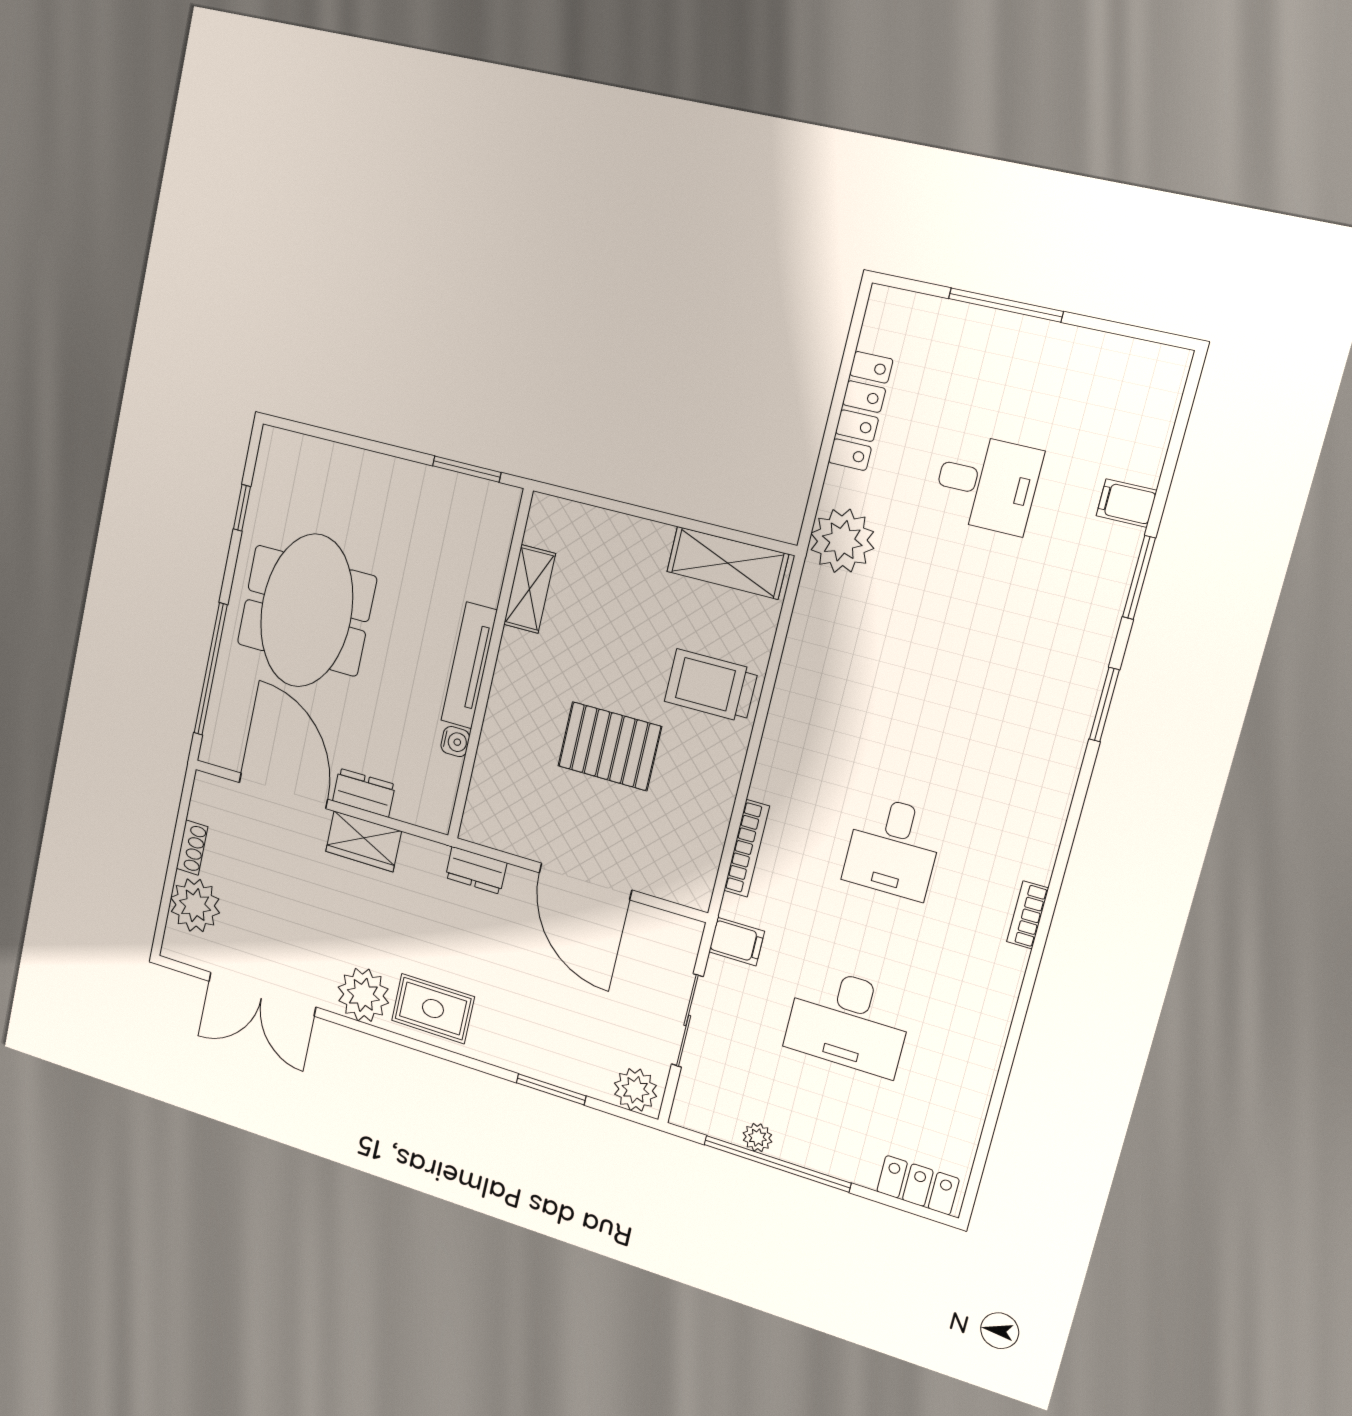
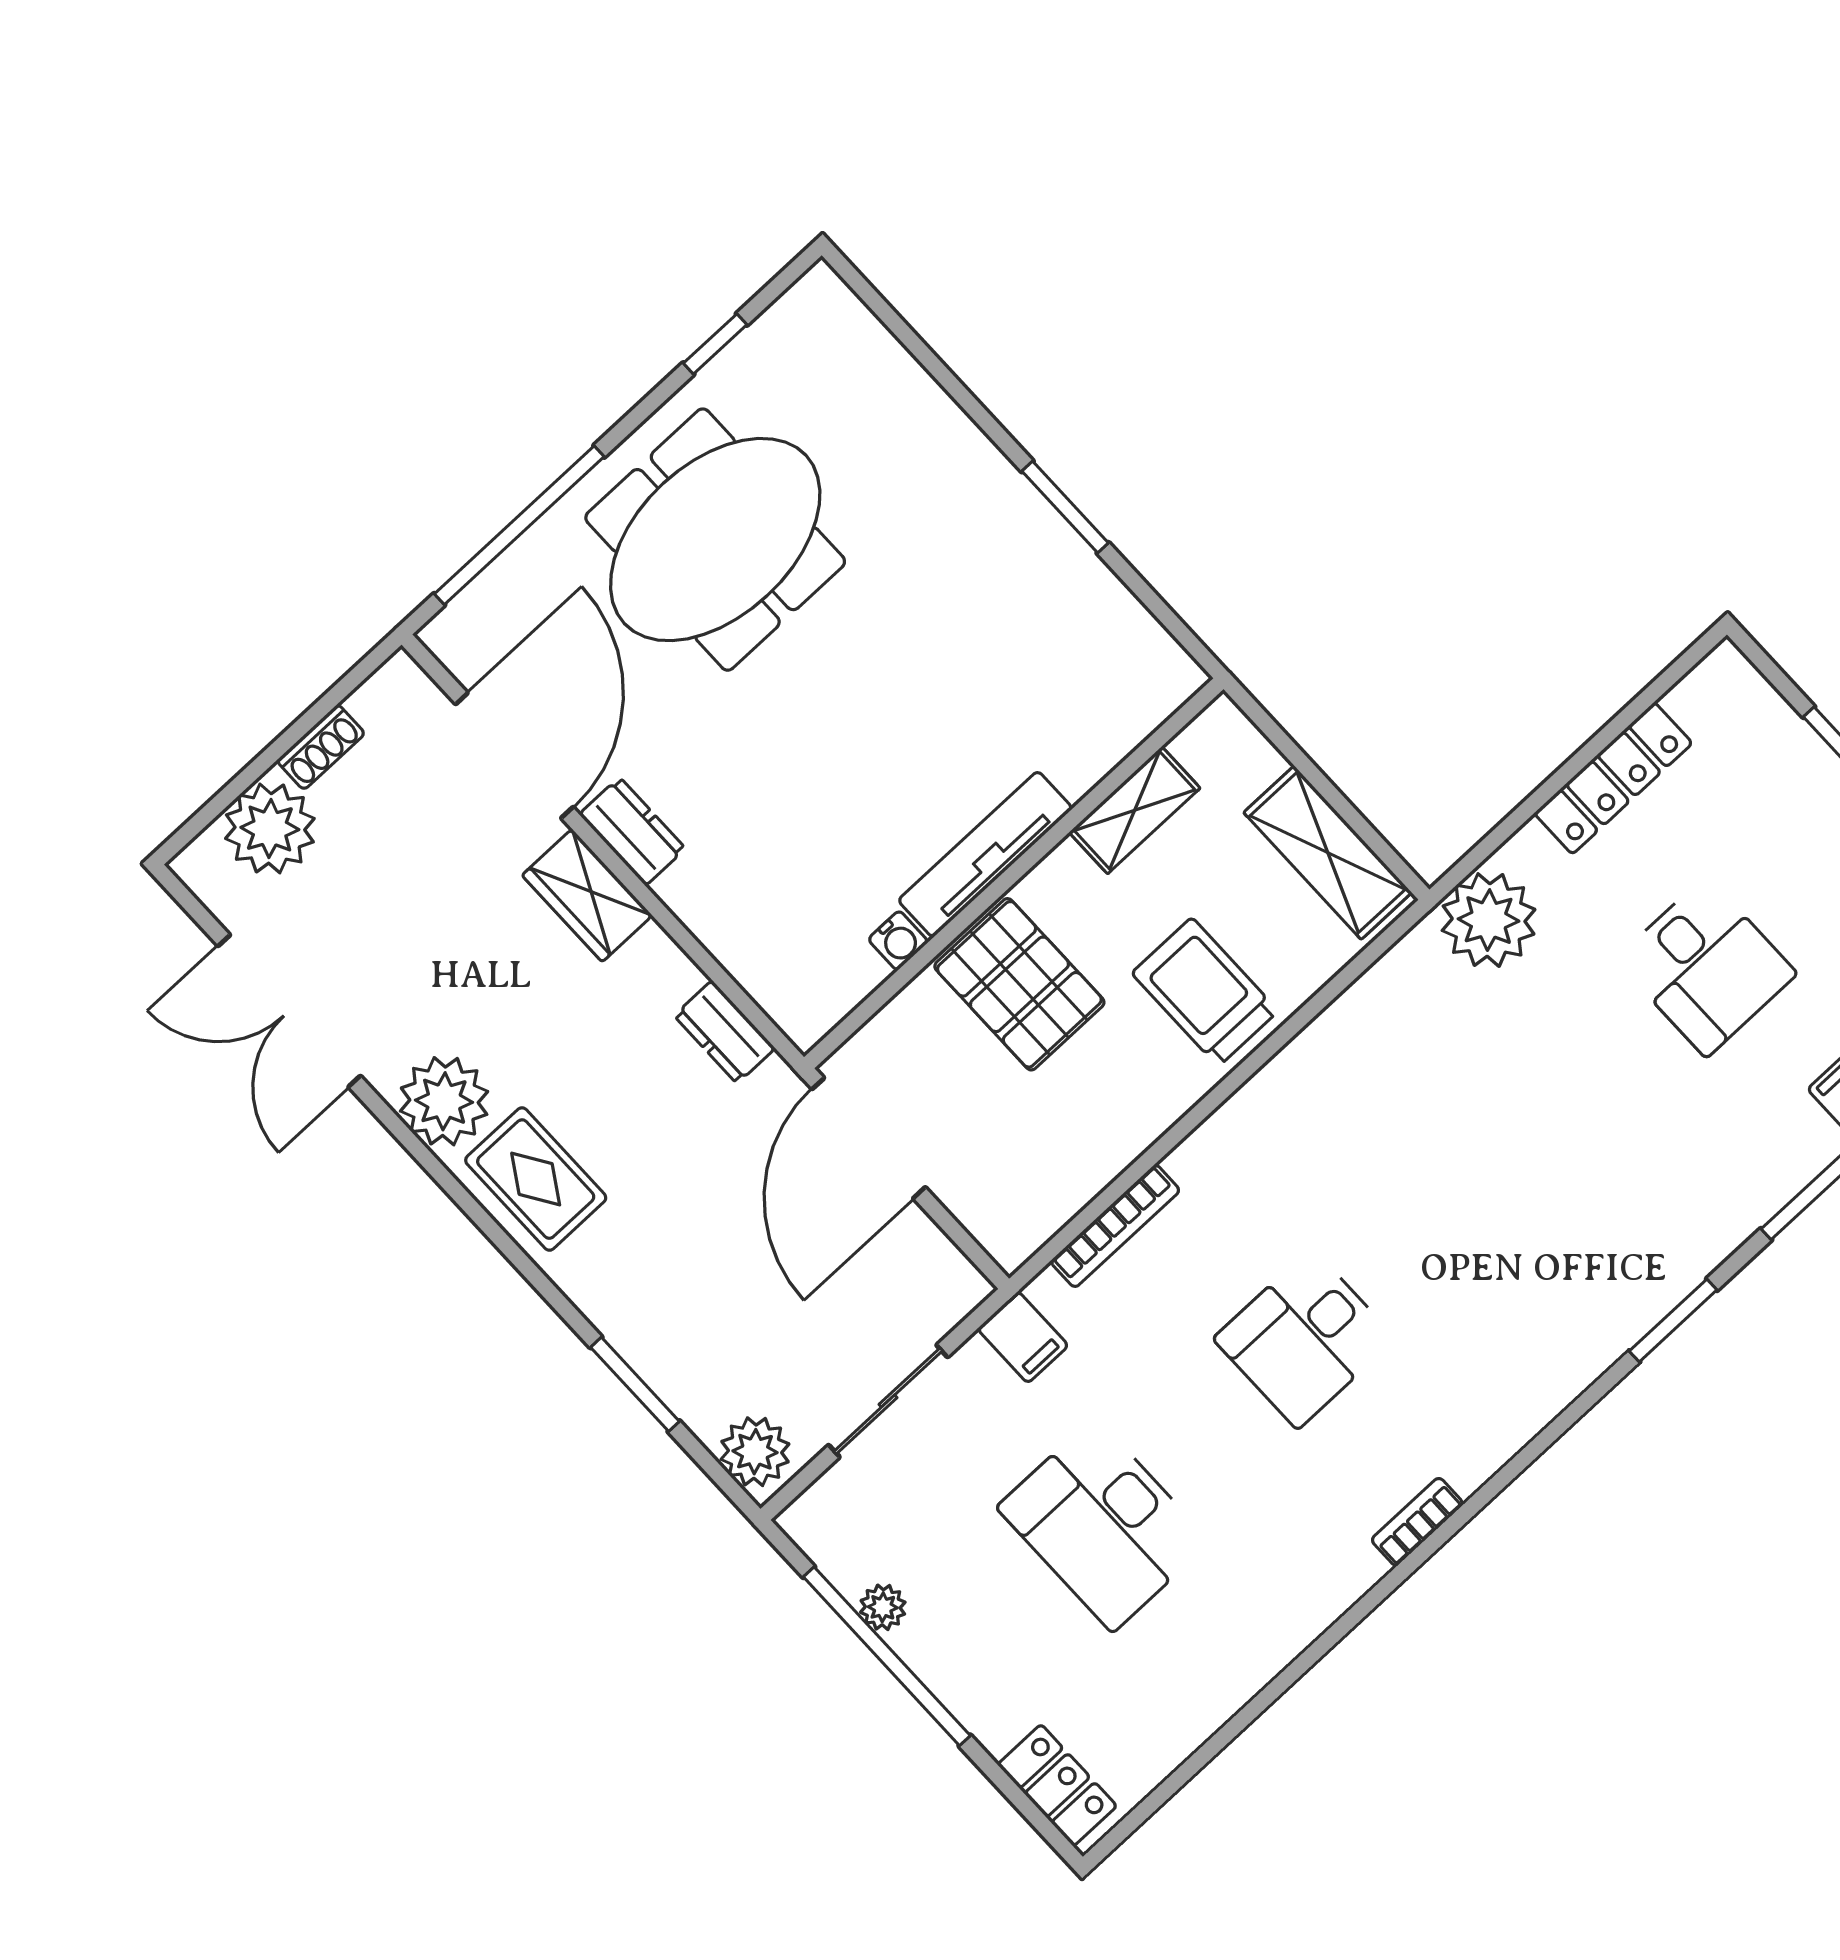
shelving: (530, 589) -> (1135, 810), moved
tv unit: (469, 665) -> (985, 854), moved
wall: (490, 666) -> (1014, 873), moved
water cooler: (455, 742) -> (898, 940), moved

